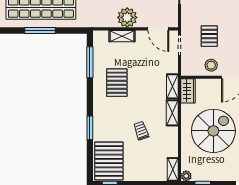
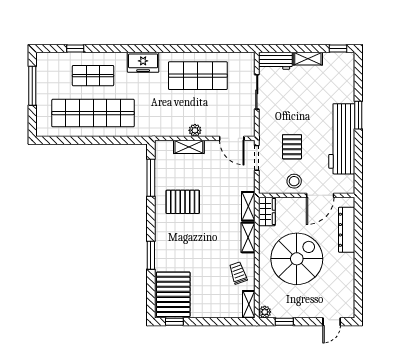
plant: (127, 17) -> (195, 130), width x0.53, depth x0.53
window: (40, 31) -> (92, 140), removed
pallet: (117, 83) -> (183, 202), turned 90
trolley: (141, 131) -> (238, 273), moved

